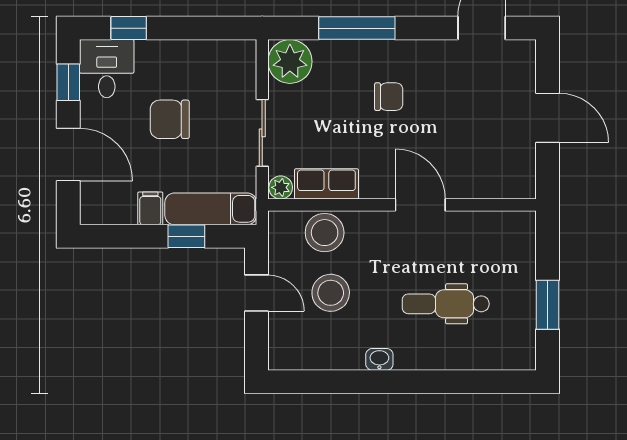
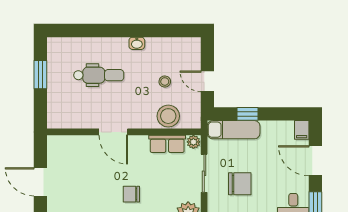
chair: (170, 119) -> (240, 184), moved
filing cabinet: (150, 208) -> (302, 130), moved
stool: (331, 293) -> (165, 81), width x0.53, depth x0.53

